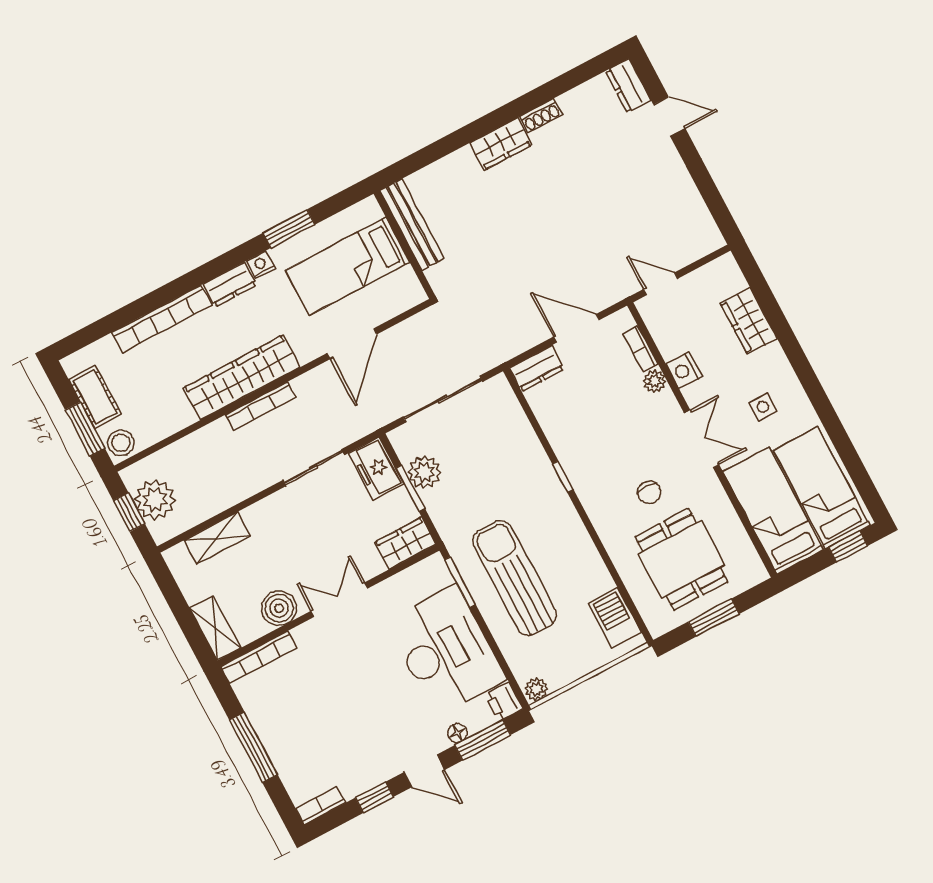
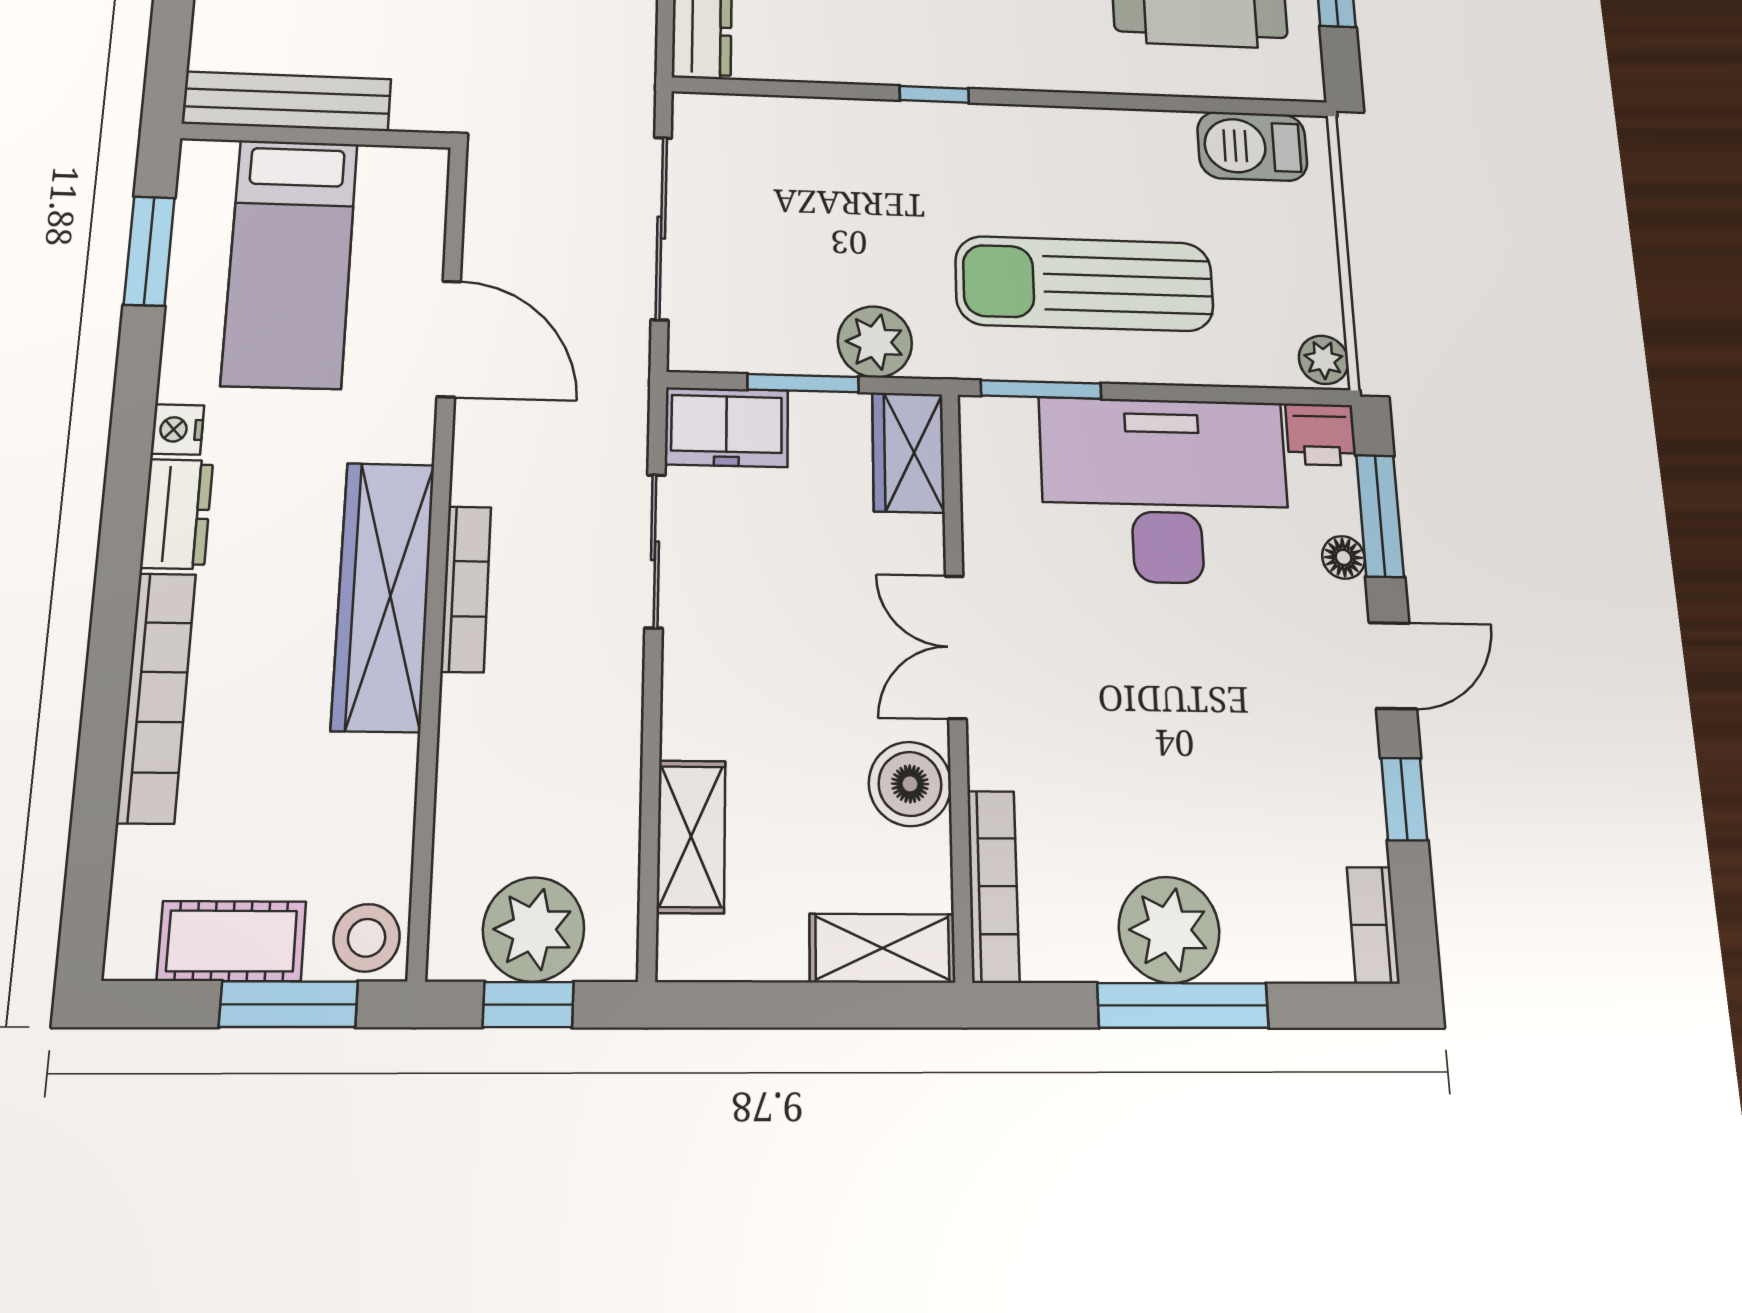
window: (289, 229) -> (149, 251), moved
plant: (424, 472) -> (875, 342), moved
plant: (278, 730) -> (1169, 930), added

